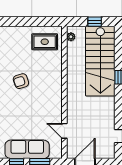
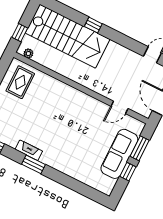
window: (95, 22) -> (20, 33), moved
armchair: (21, 81) -> (48, 126), removed

